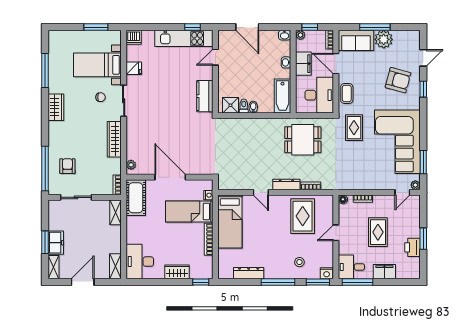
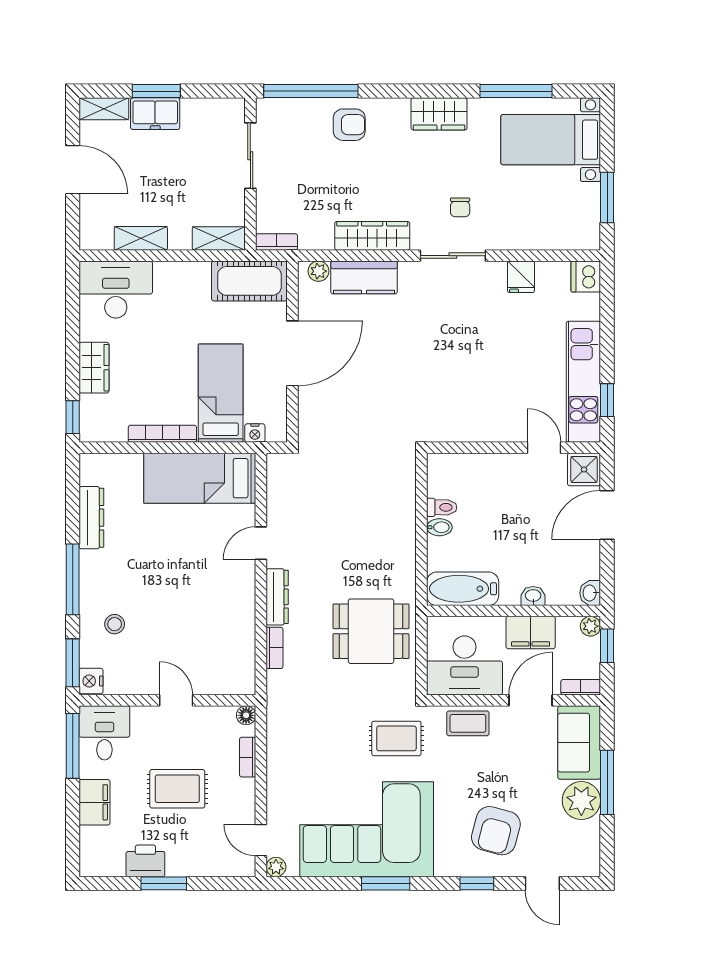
bed with nightstands: (97, 65) -> (551, 140), moved, turned -90
kitchen counter: (205, 96) -> (364, 277), moved, turned 180
shower: (230, 105) -> (584, 469), moved
dining table: (303, 140) -> (371, 631), turned 90
window: (423, 162) -> (386, 883), moved
armchair: (67, 166) -> (349, 125), moved
rug: (303, 216) -> (211, 631), removed
shelving: (115, 266) -> (141, 238), moved

